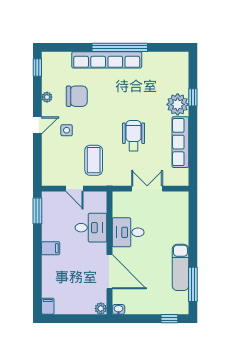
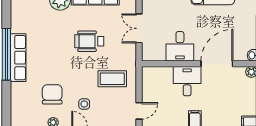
row of seats: (107, 60) -> (18, 58), width x0.73
door: (75, 189) -> (139, 111), moved
desk: (91, 228) -> (187, 81), moved

